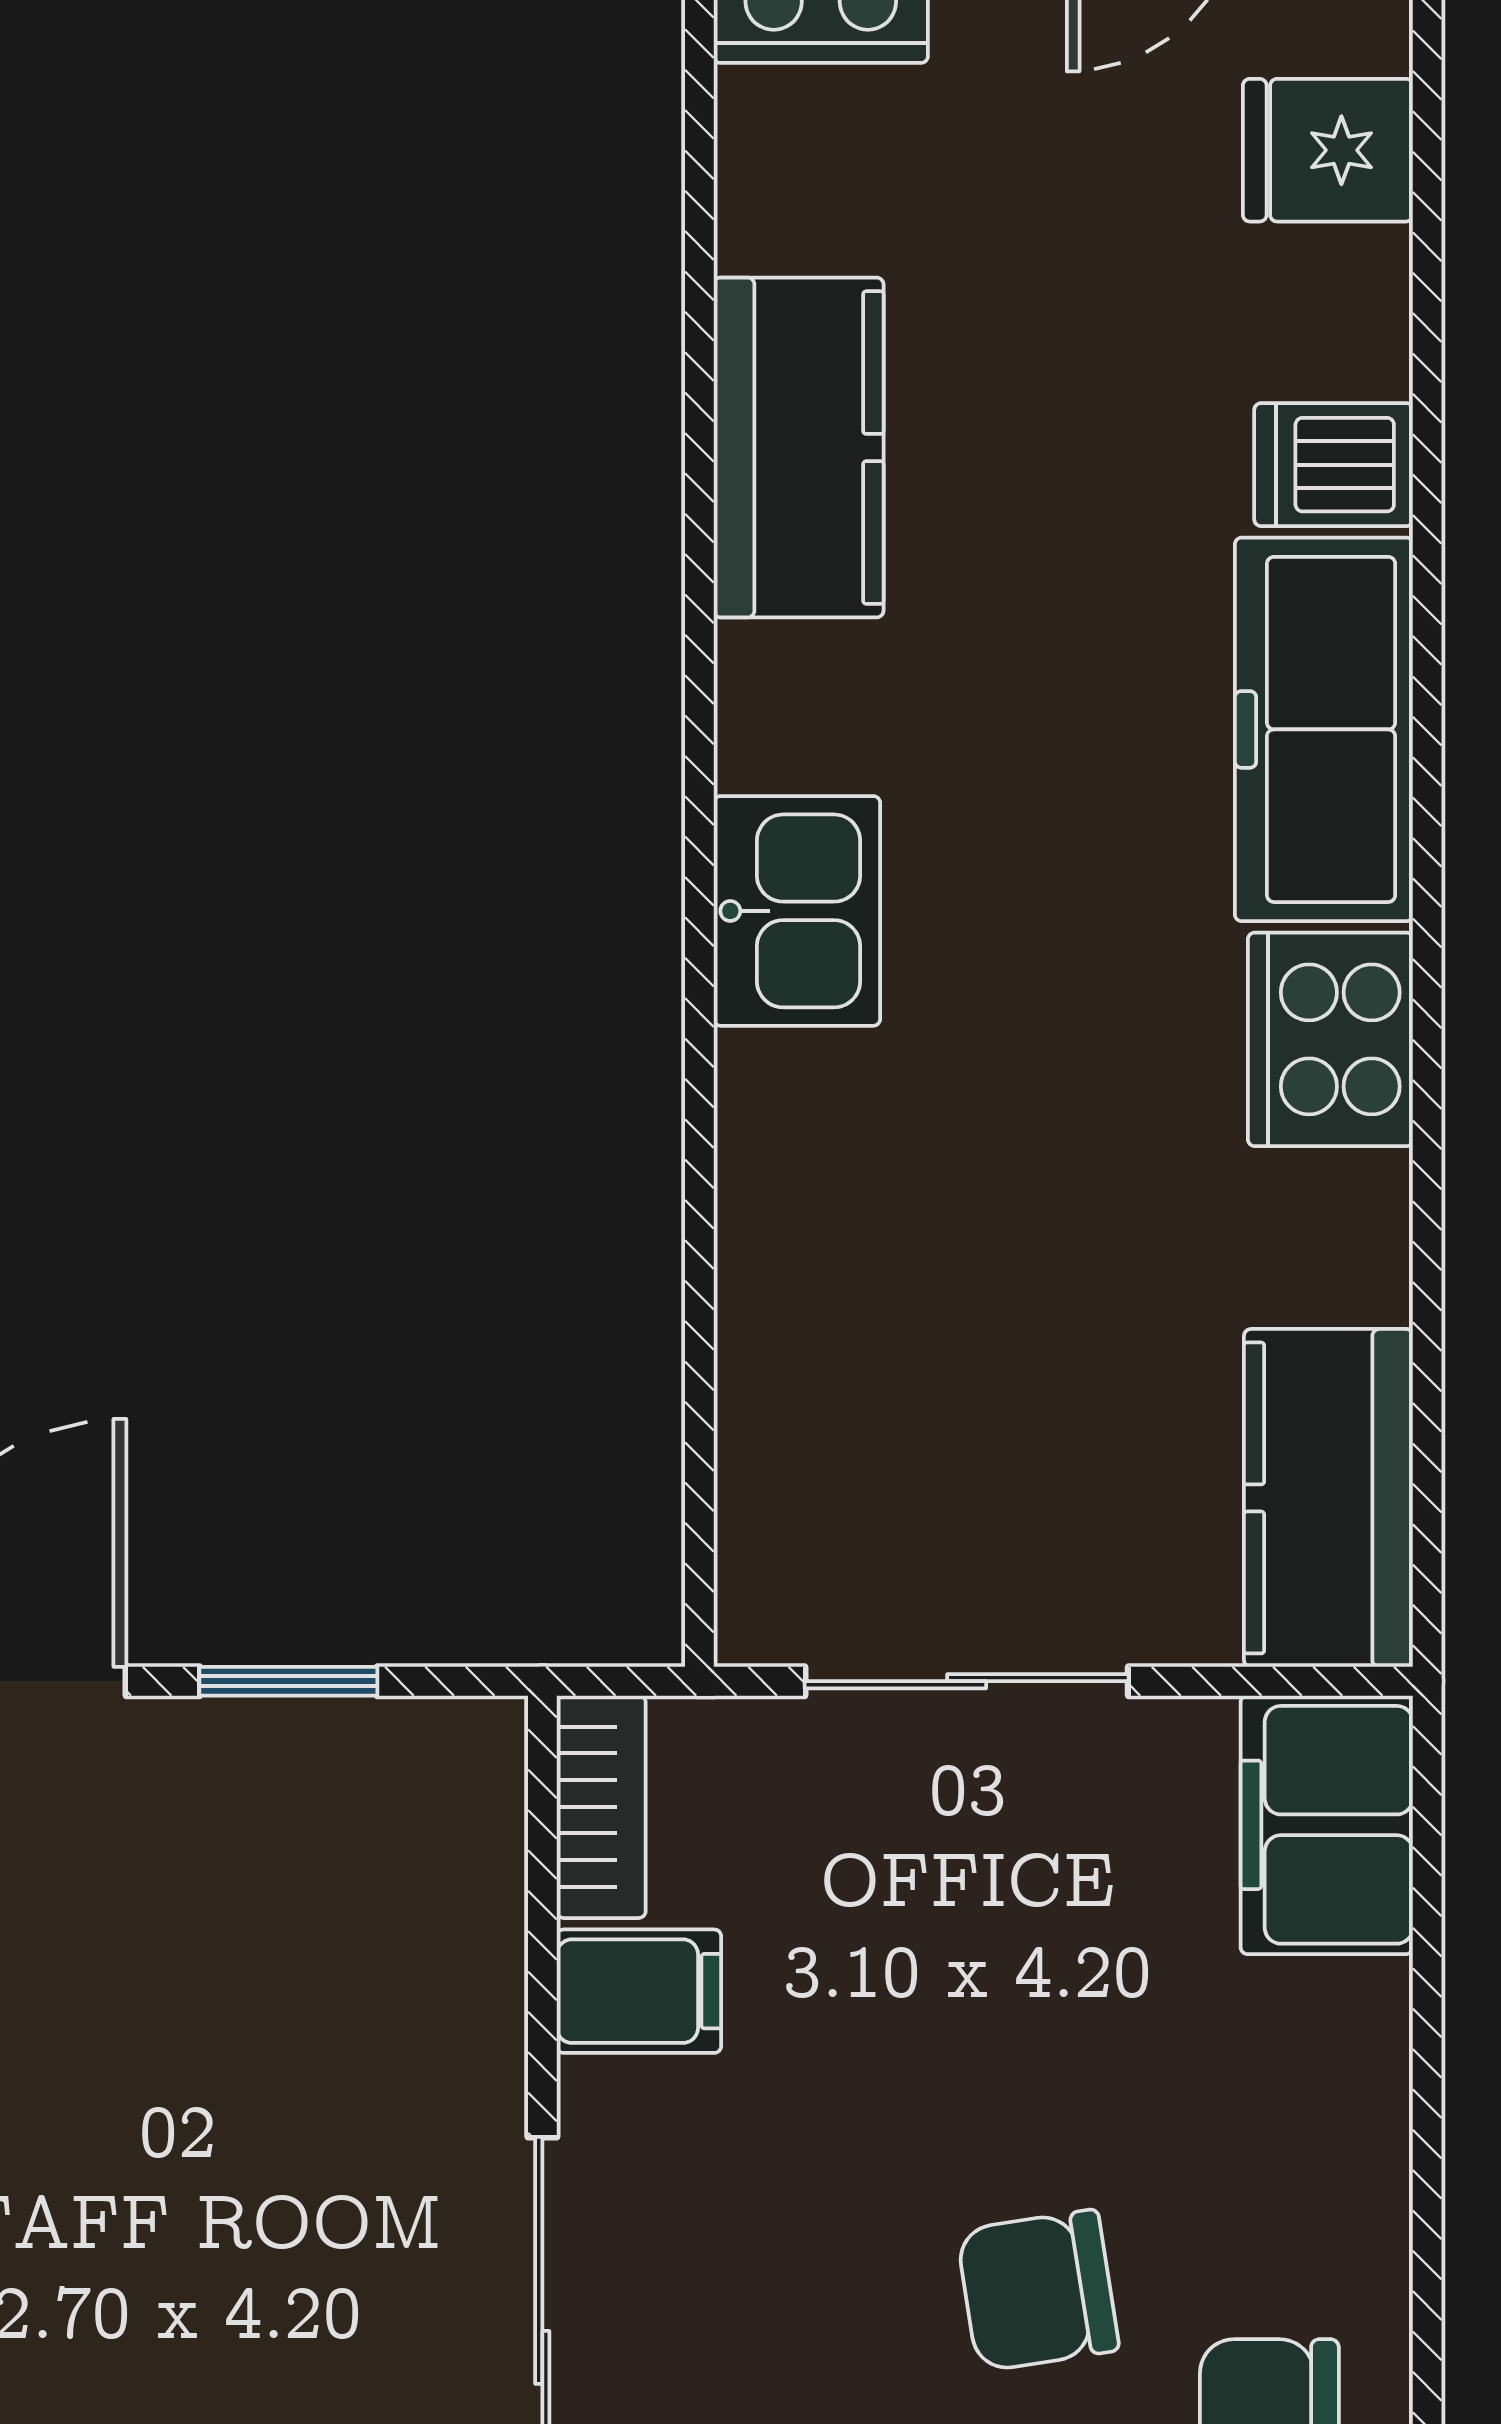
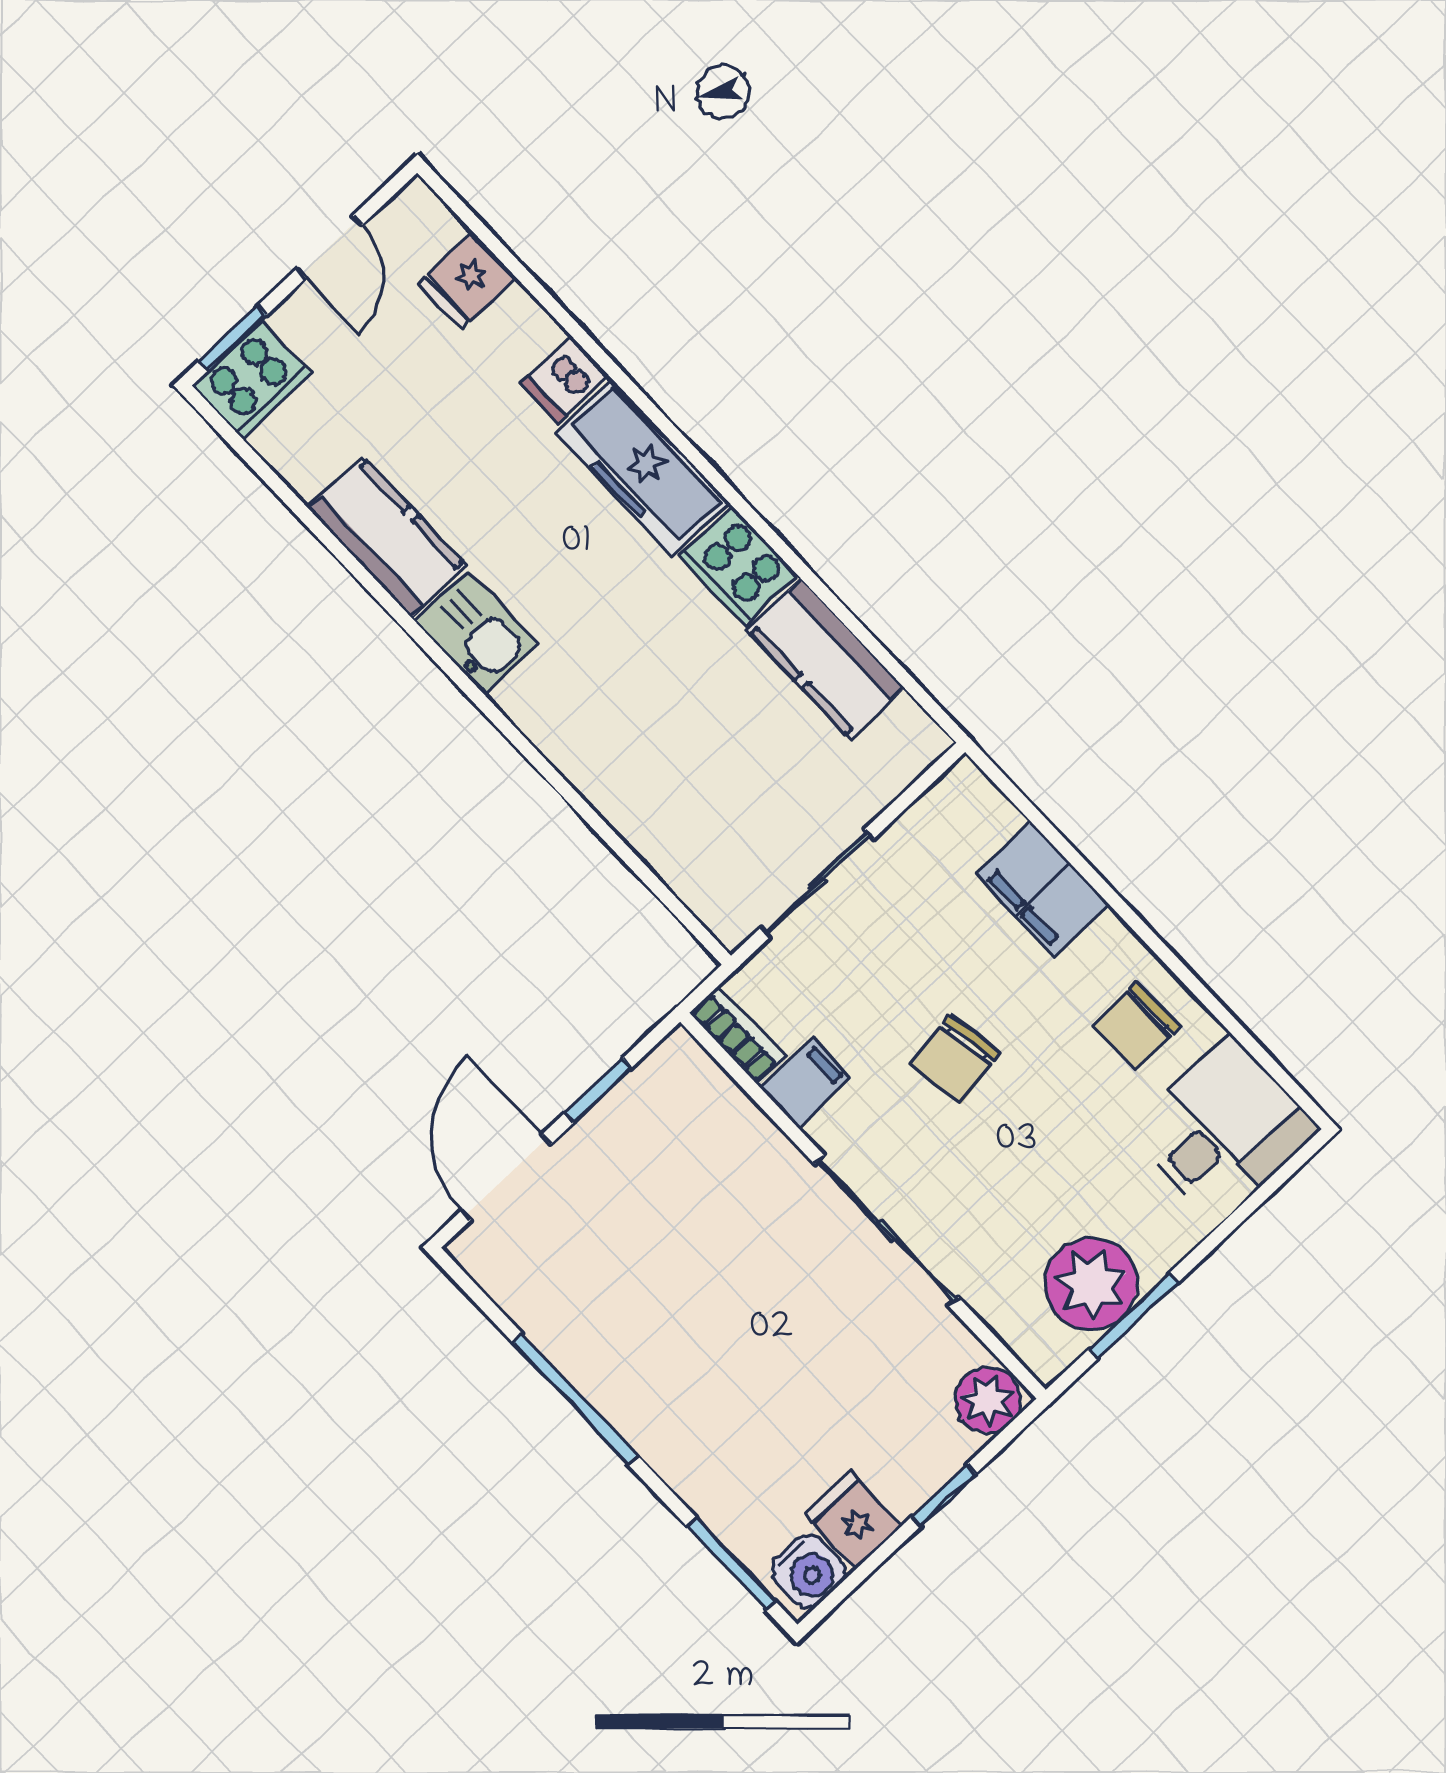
kitchen sink: (797, 911) -> (477, 633), moved
kitchen counter: (1328, 1498) -> (825, 659), moved
filing cabinet: (1327, 1825) -> (1043, 889), moved
chair: (1038, 2291) -> (956, 1059), moved

